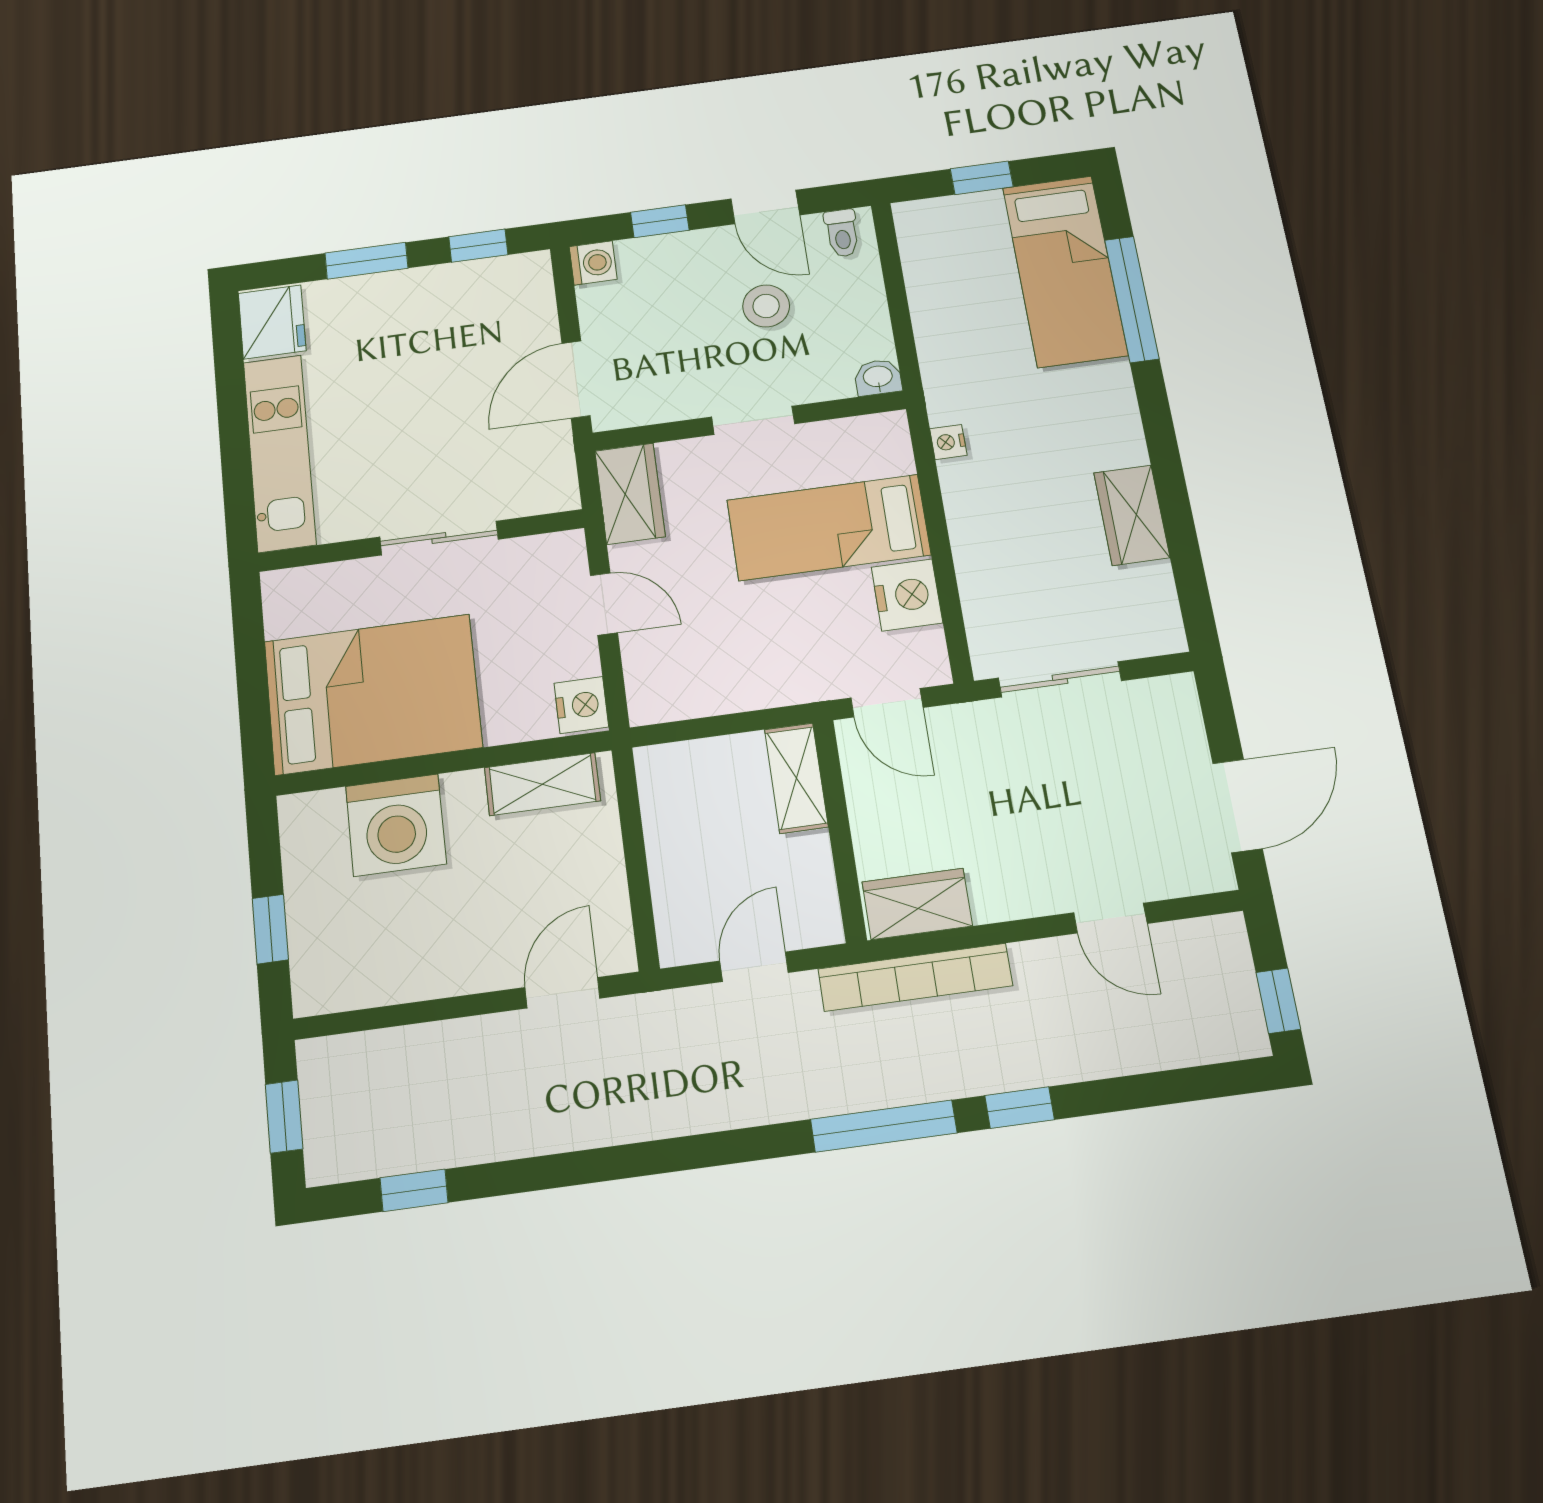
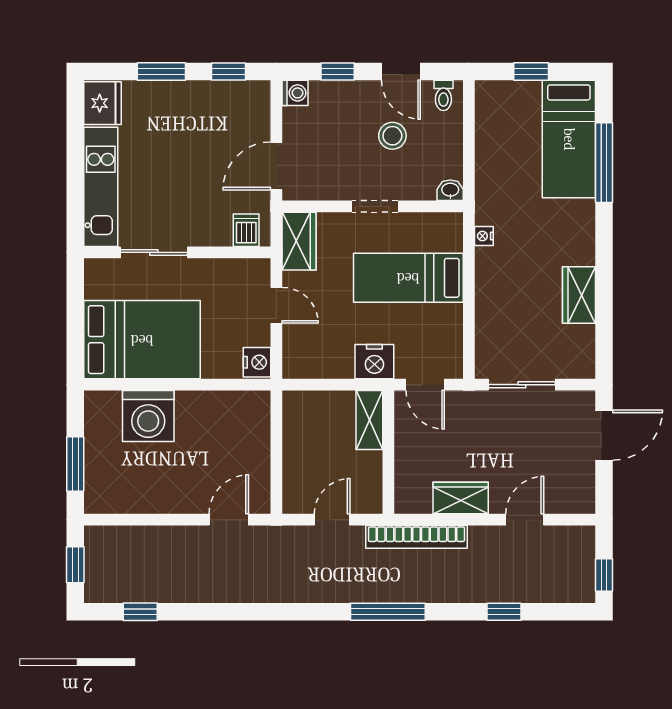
dishwasher: (536, 488) -> (246, 230), added
sliding door: (439, 538) -> (154, 252), moved
nightstand: (907, 595) -> (374, 362), moved, turned 90
shelving: (542, 784) -> (231, 404), removed
door: (1237, 806) -> (604, 435), moved
wardrobe: (917, 904) -> (461, 498), moved
door: (1110, 918) -> (525, 520), swing flipped
window: (270, 929) -> (75, 464), width x1.50
window: (1020, 1108) -> (504, 612), moved

